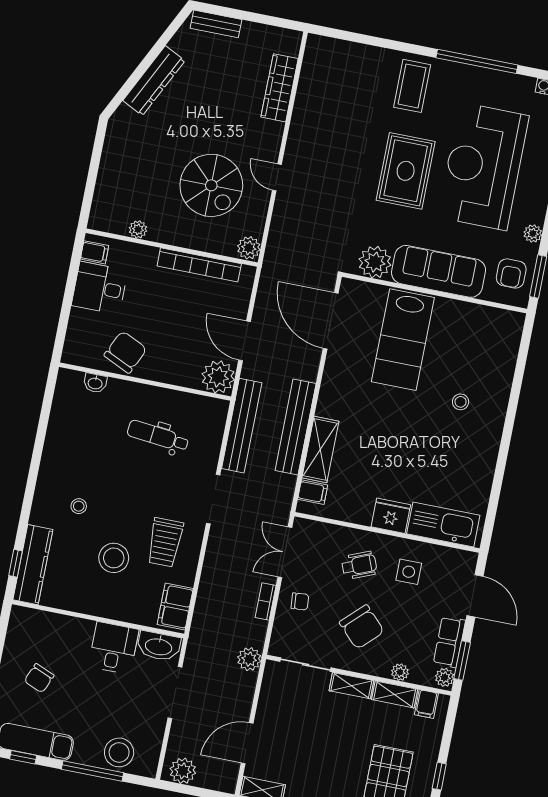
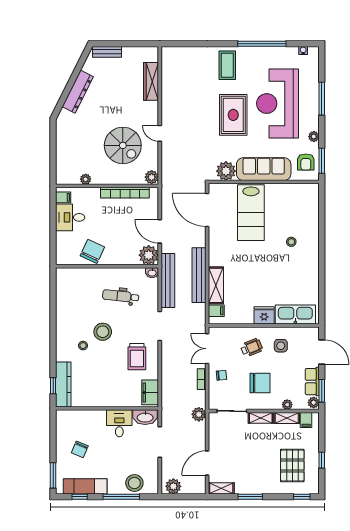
washbasin: (95, 383) -> (152, 273), moved
stool: (114, 558) -> (103, 332), moved
chair: (362, 627) -> (260, 383), turned -46

